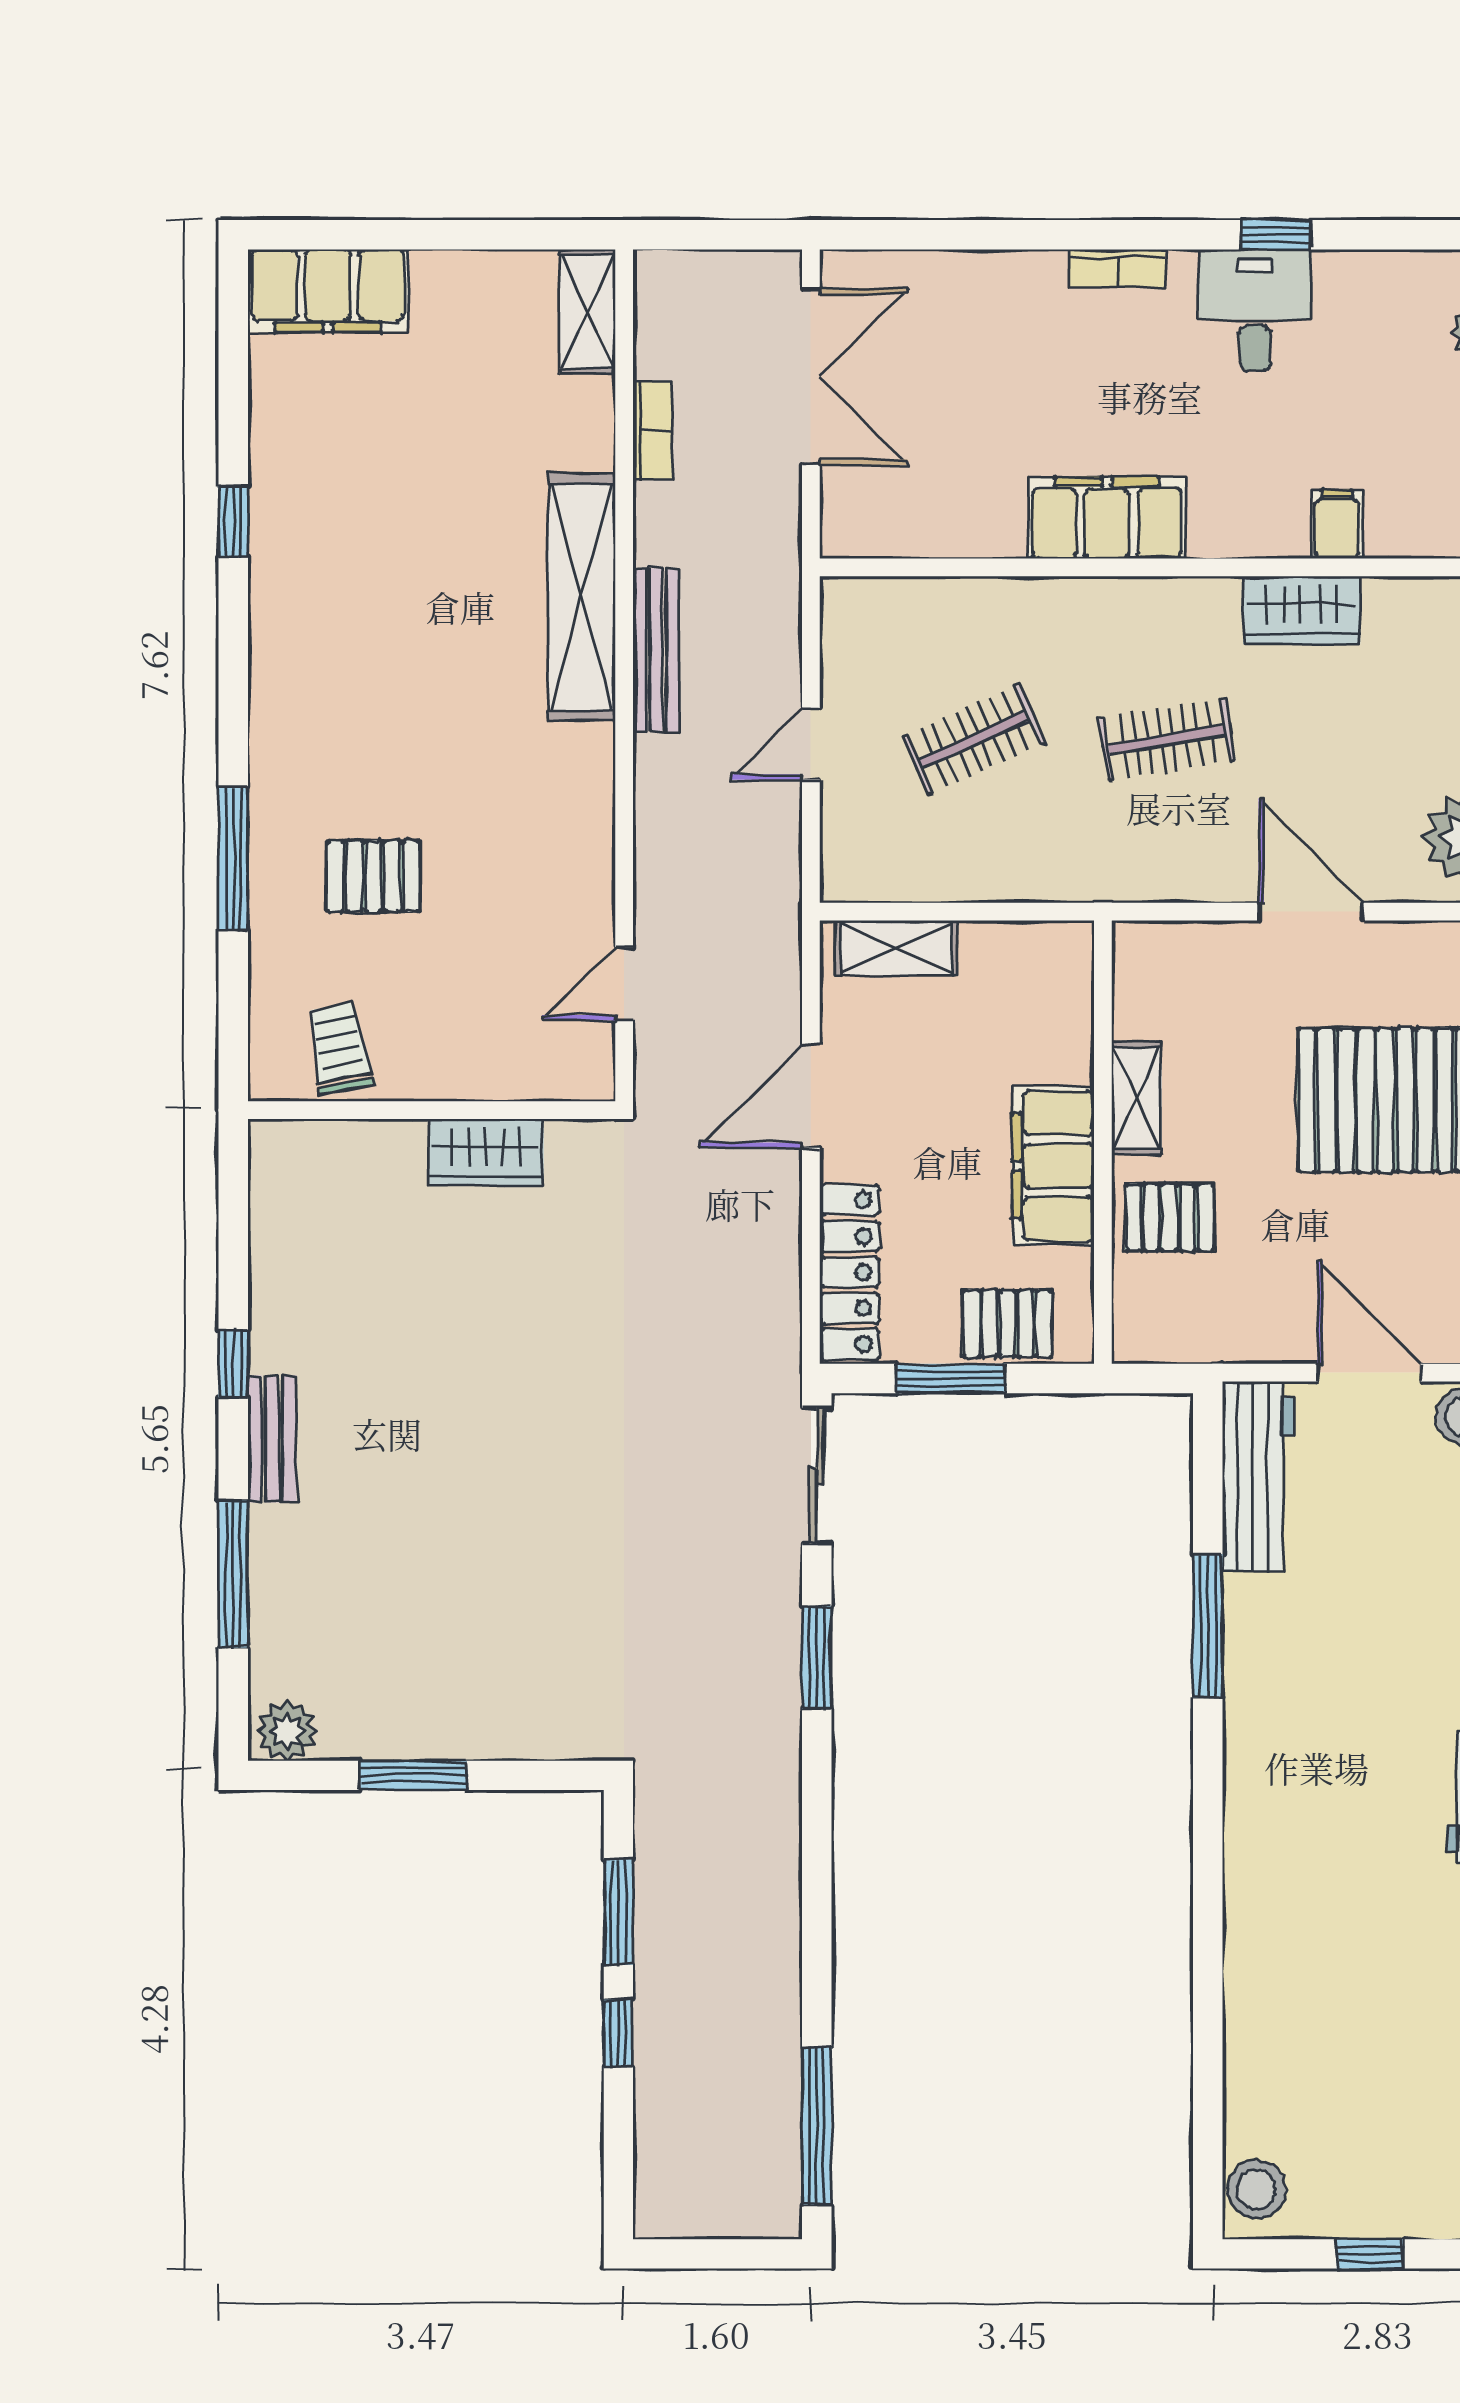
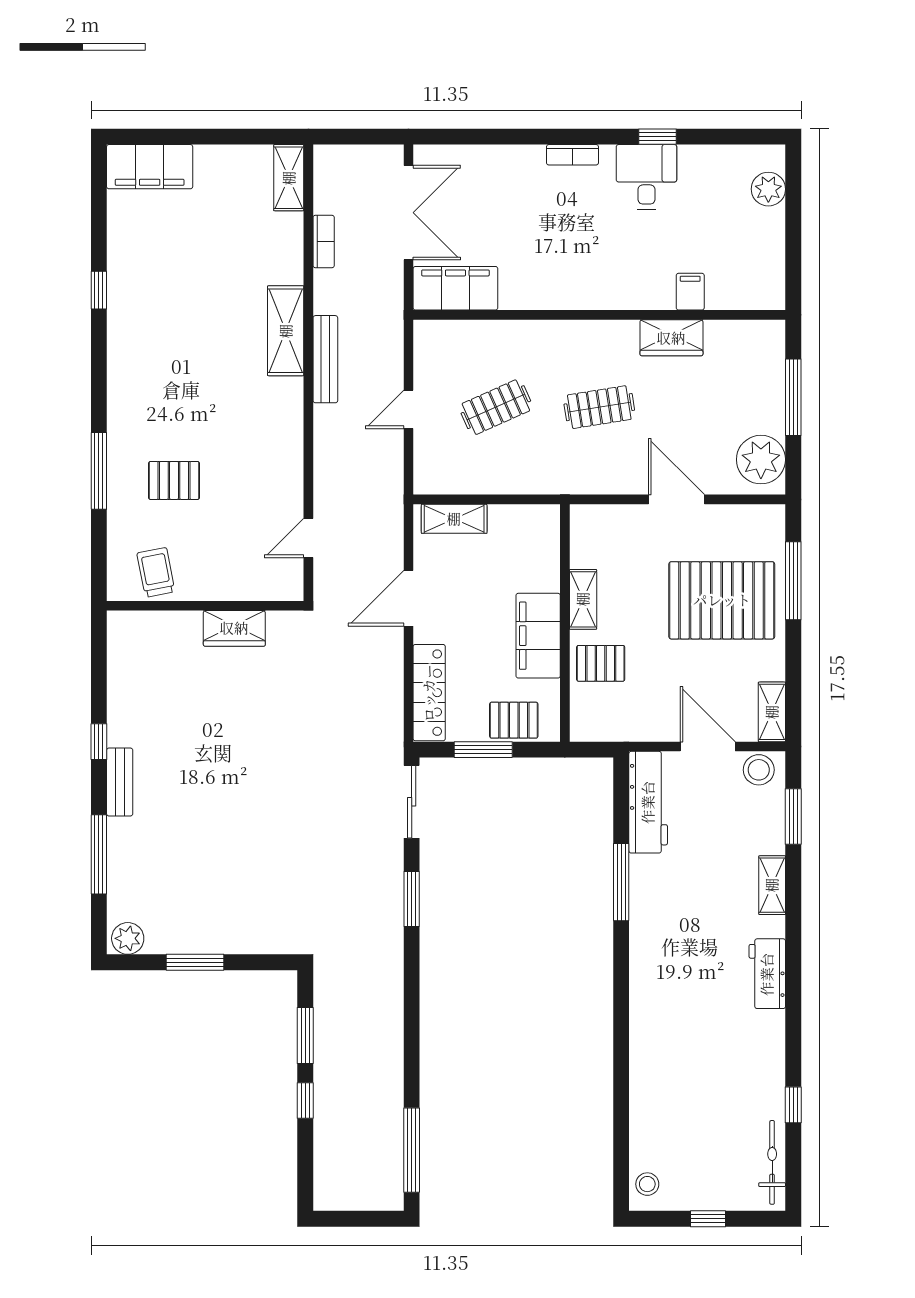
filing cabinet: (1107, 518) -> (455, 288), moved
shelving: (582, 597) -> (286, 331), width x0.68
stool: (1257, 2189) -> (647, 1184), width x0.73, depth x0.73

